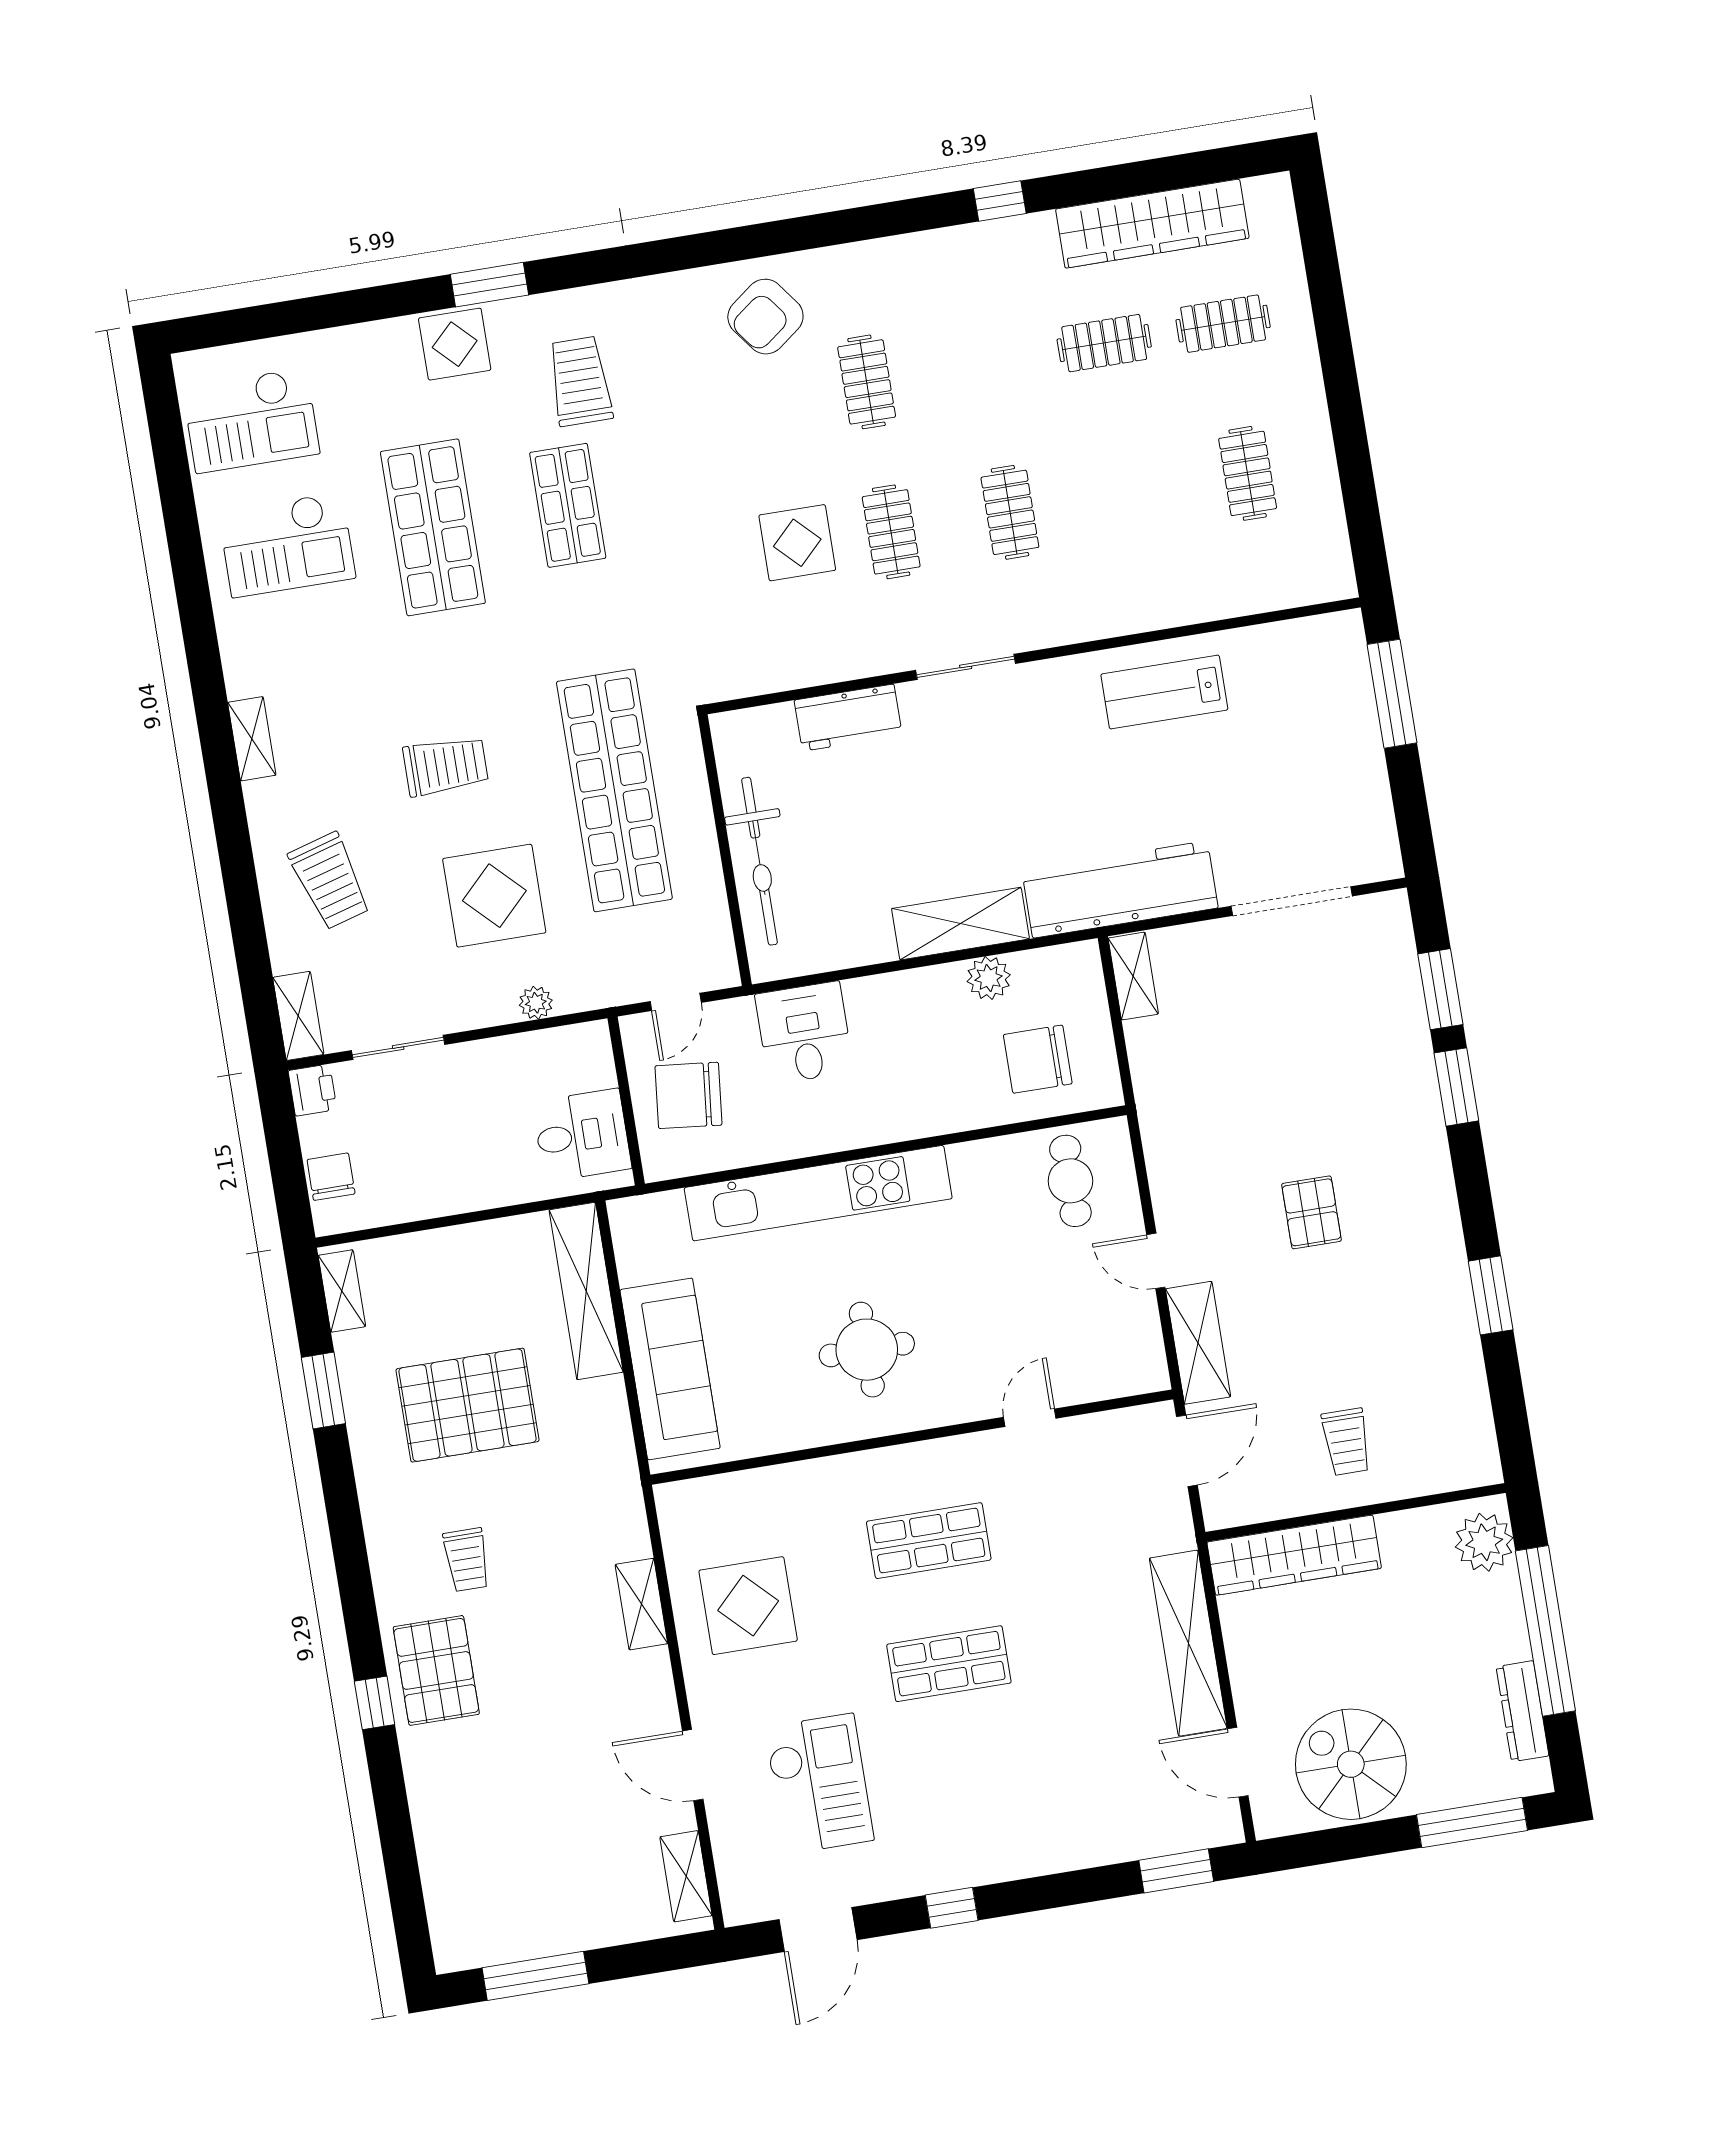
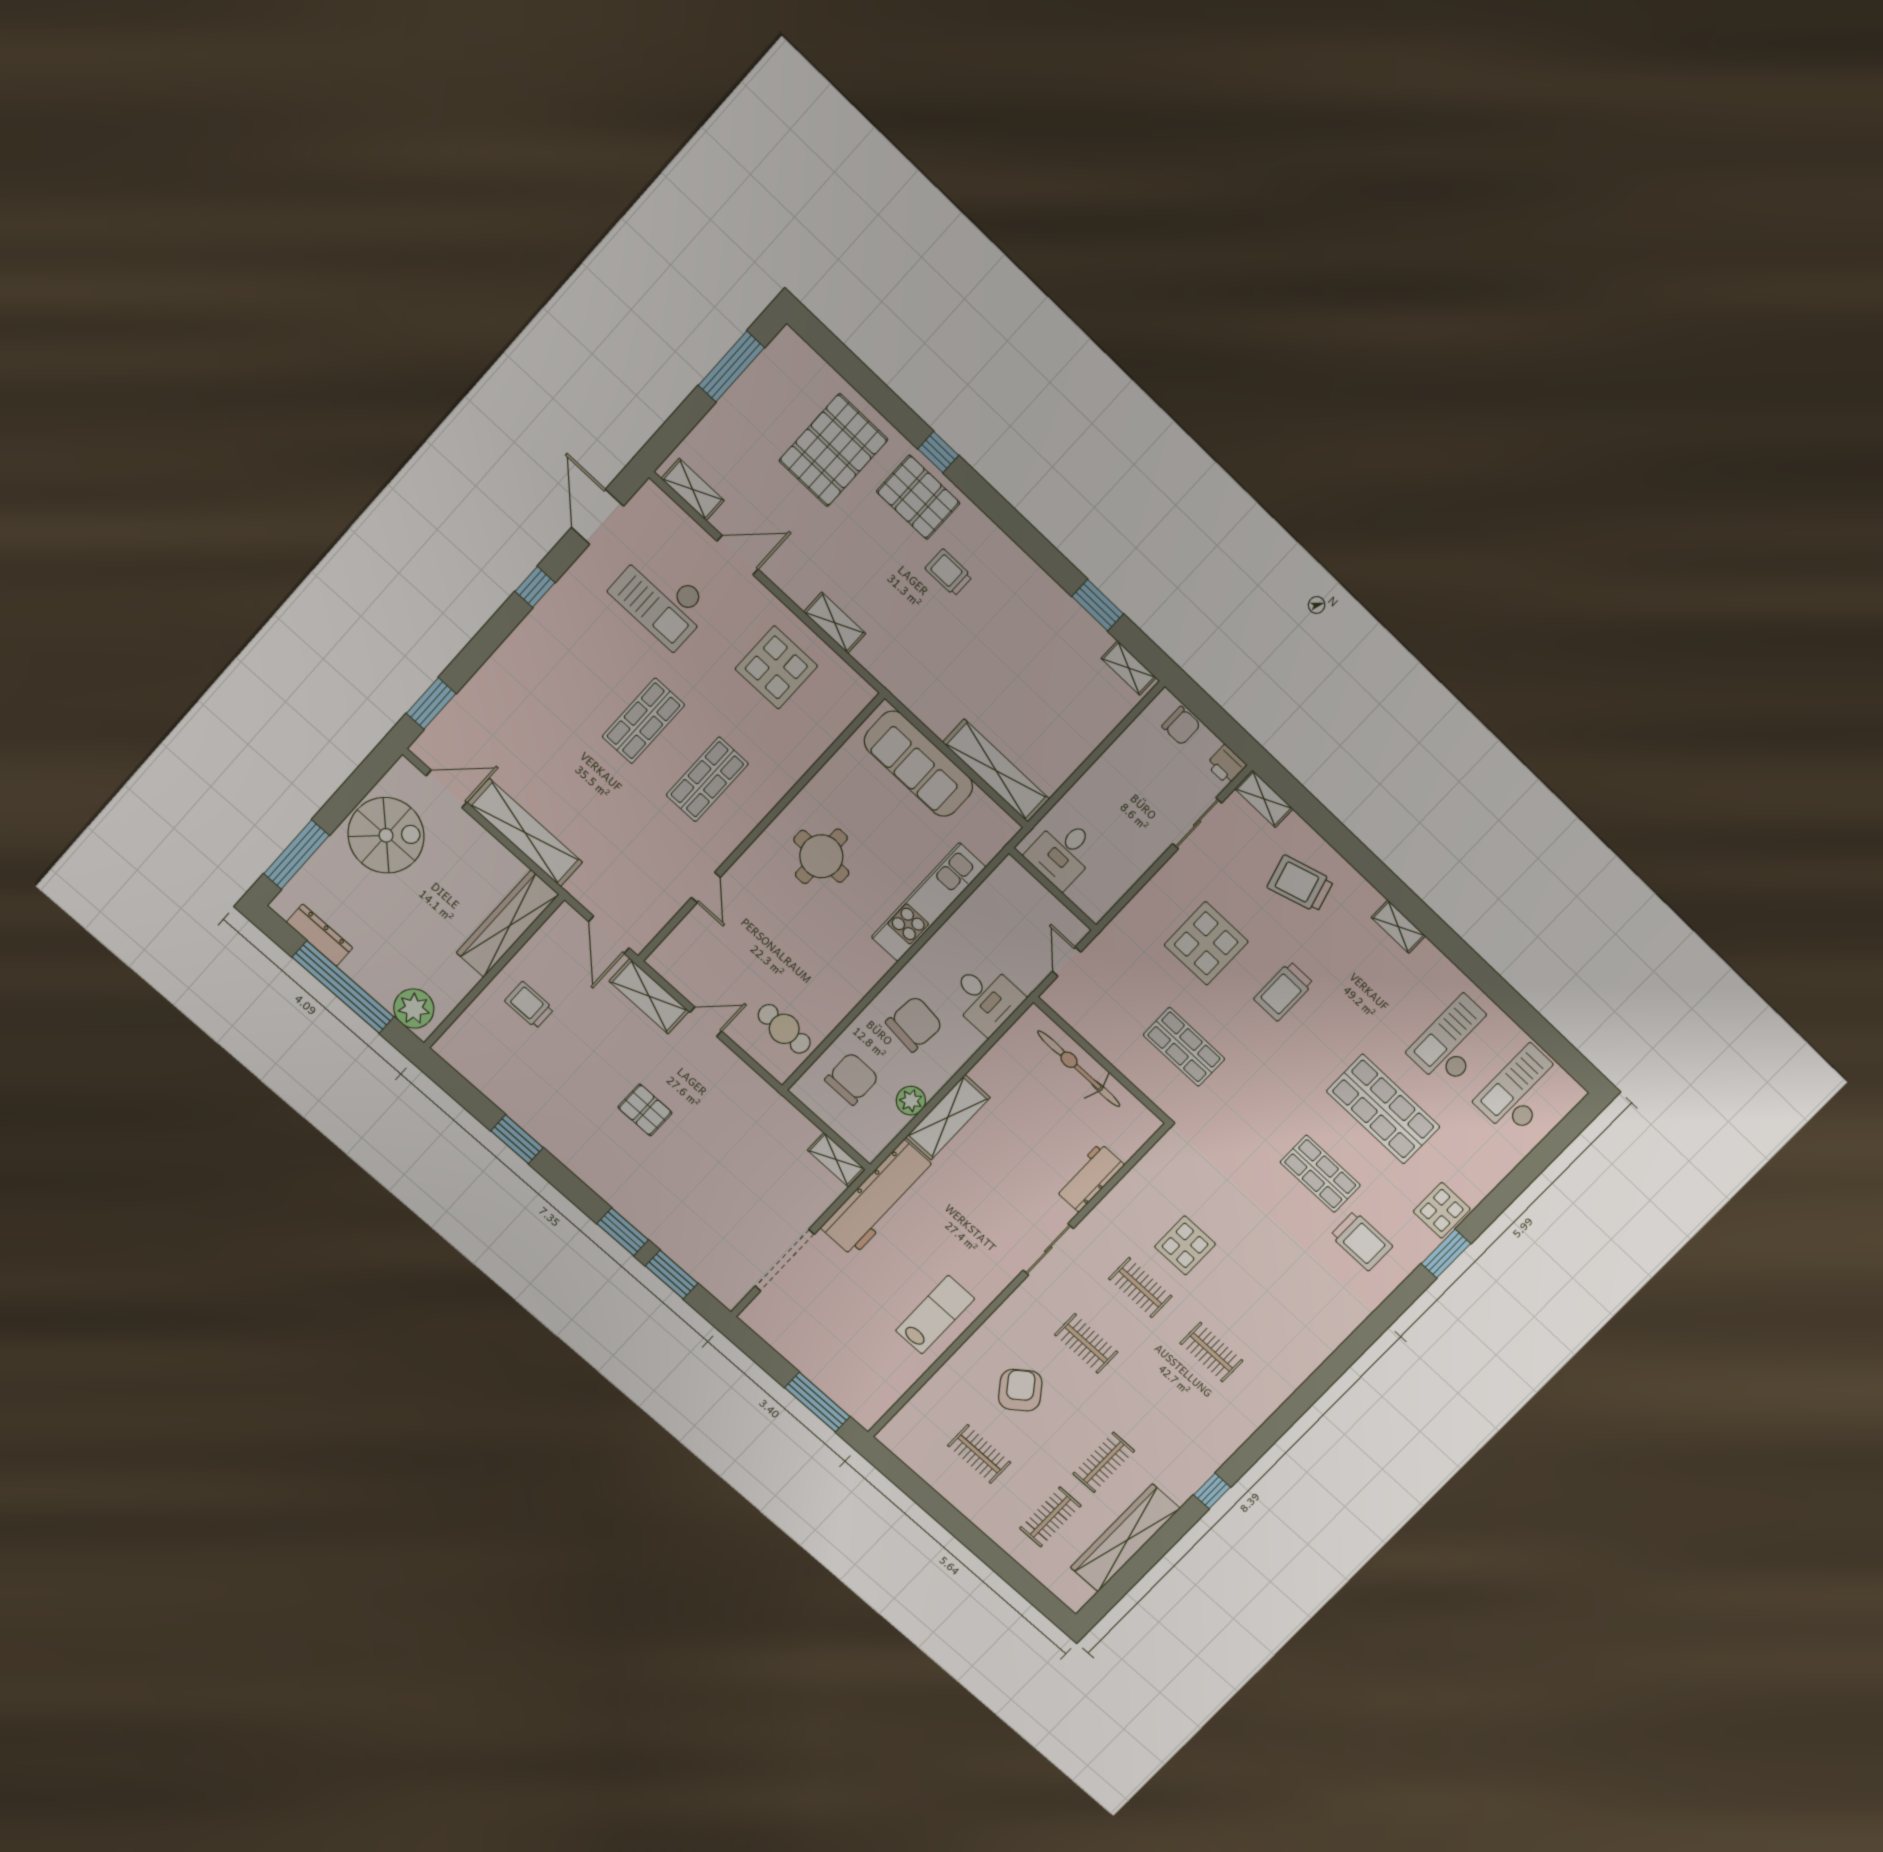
armchair: (765, 317) -> (1020, 1390), moved
shop shelf: (614, 790) -> (1184, 1047), width x0.50, depth x0.74
plant: (536, 1003) -> (1141, 904), removed
chair: (688, 1095) -> (914, 1024), moved
kitchen unit: (818, 1193) -> (929, 902), width x0.73
pallet: (467, 1405) -> (833, 450), moved

